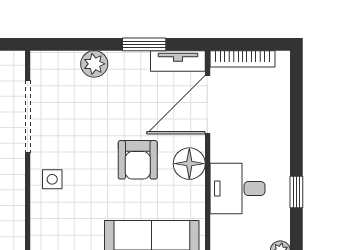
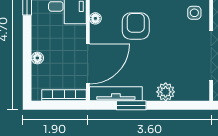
tv unit: (178, 61) -> (116, 94), width x1.41
floor lamp: (281, 113) -> (37, 58), added
floor lamp: (189, 164) -> (95, 18), width x0.53, depth x0.53

